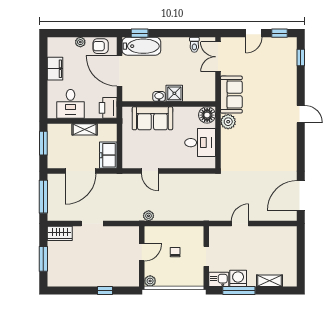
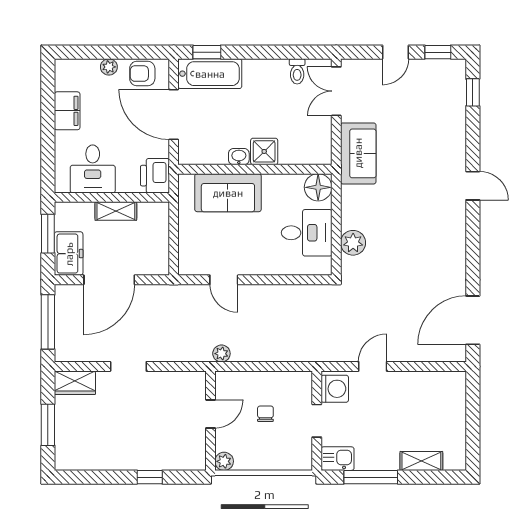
plant: (228, 122) -> (353, 243), moved
freezer: (108, 155) -> (69, 254), moved, turned 180
washing machine: (238, 278) -> (335, 389), moved, turned 90

